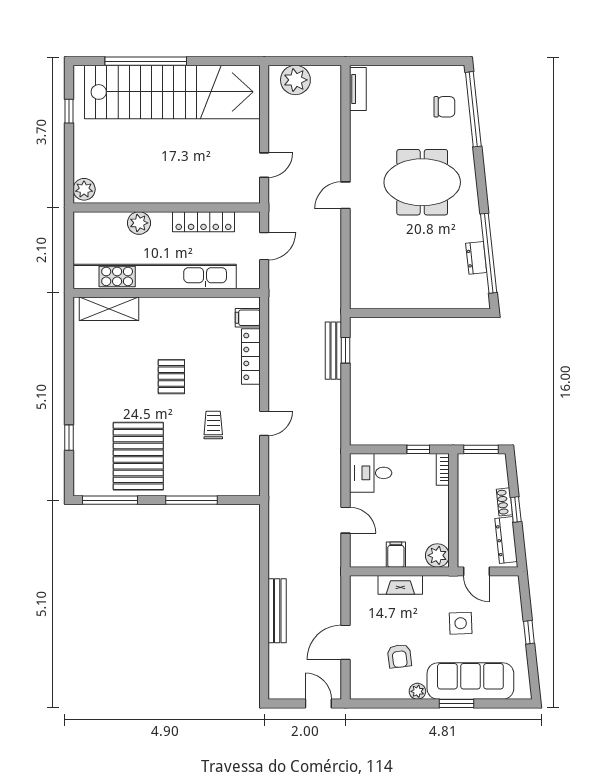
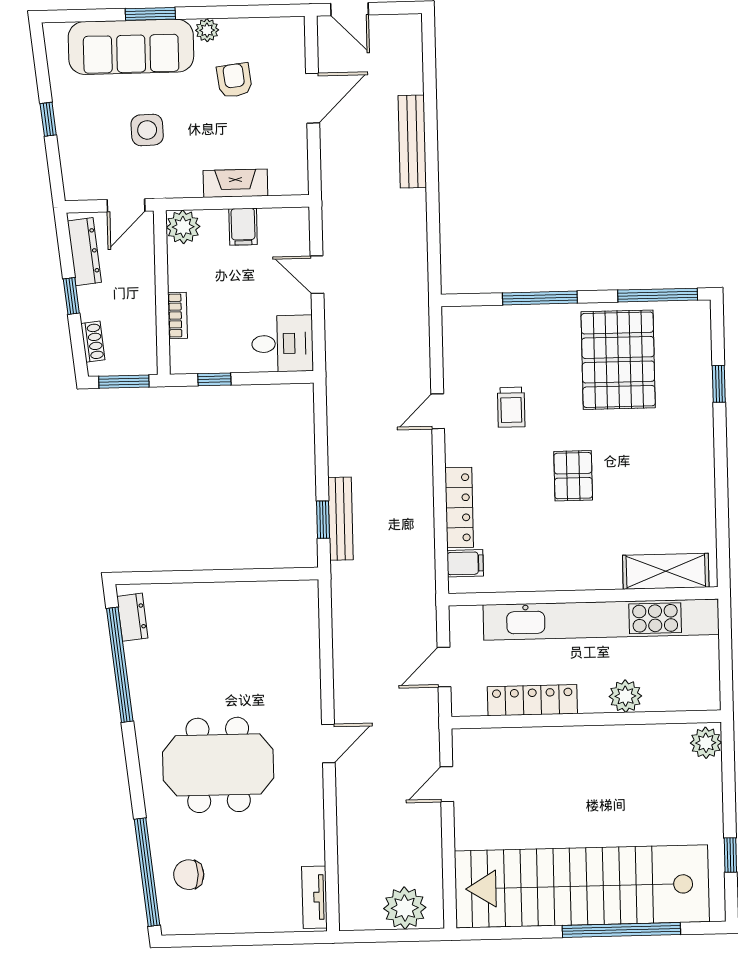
dresser: (476, 258) -> (132, 617), moved
bookcase: (443, 469) -> (177, 315), moved
shoe rack: (504, 502) -> (93, 342), moved
door: (477, 571) -> (126, 205), swing flipped

